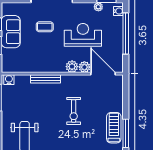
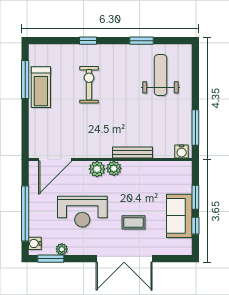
plant: (84, 67) -> (114, 168), moved
door: (103, 74) -> (55, 160), hinge flipped
exercise bike: (74, 111) -> (89, 85), moved

